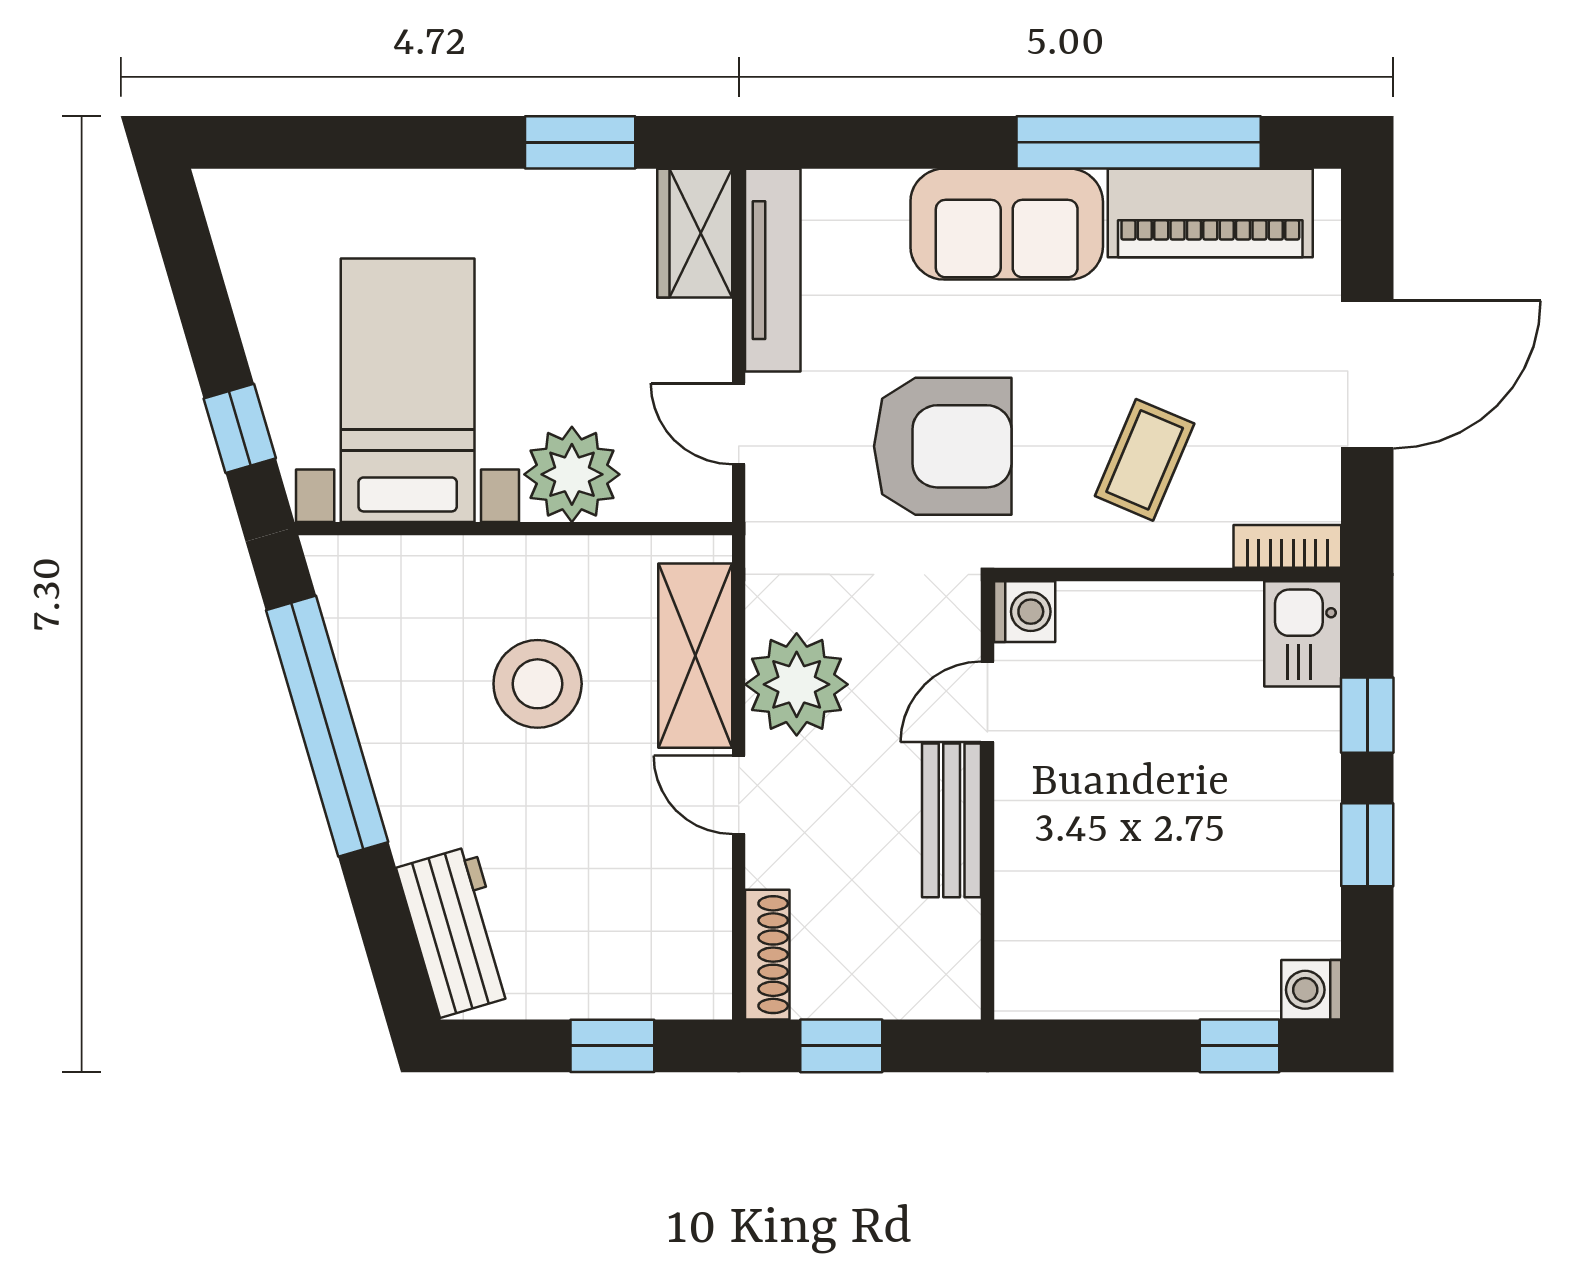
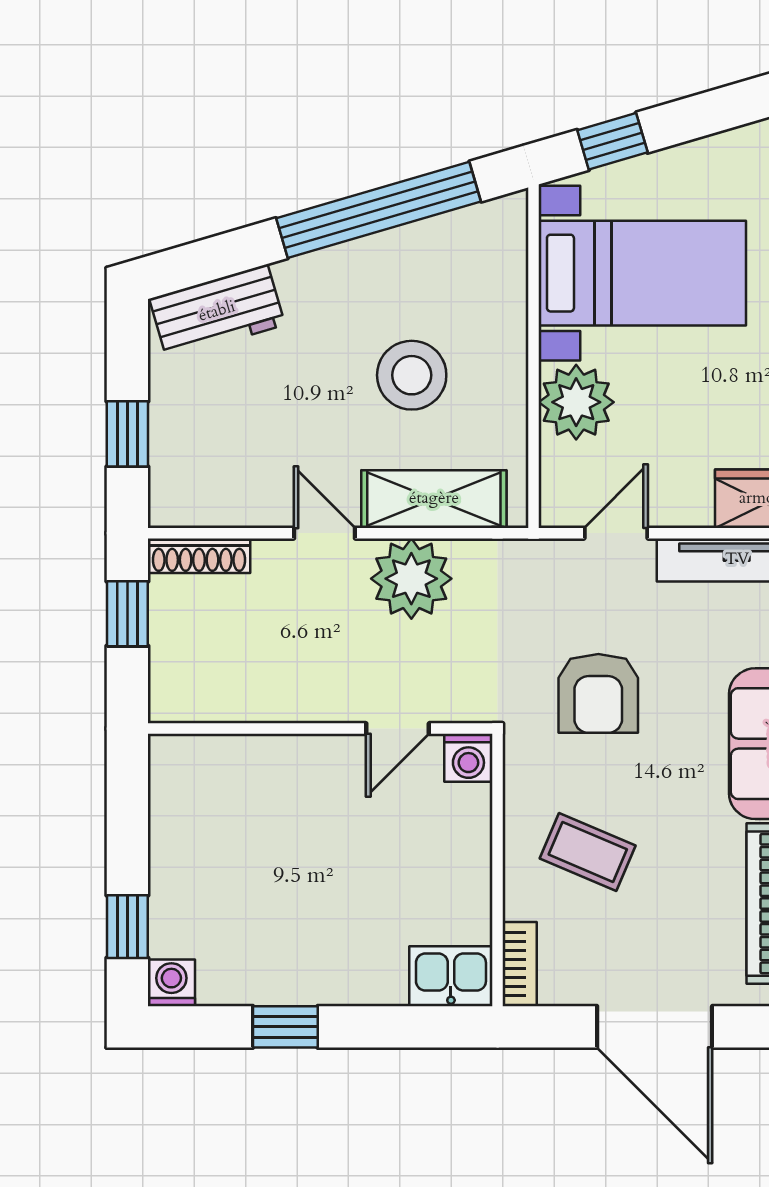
armchair: (943, 446) -> (598, 693), width x0.73, depth x0.73
door: (987, 702) -> (398, 729), swing flipped
window: (1367, 715) -> (387, 1027), removed
door: (739, 795) -> (325, 533), hinge flipped
bench: (952, 820) -> (304, 700), removed

